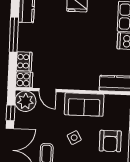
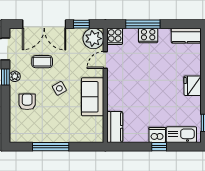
window: (14, 35) -> (143, 24), moved
cooker: (24, 61) -> (148, 36), moved
armchair: (110, 141) -> (58, 124), removed

